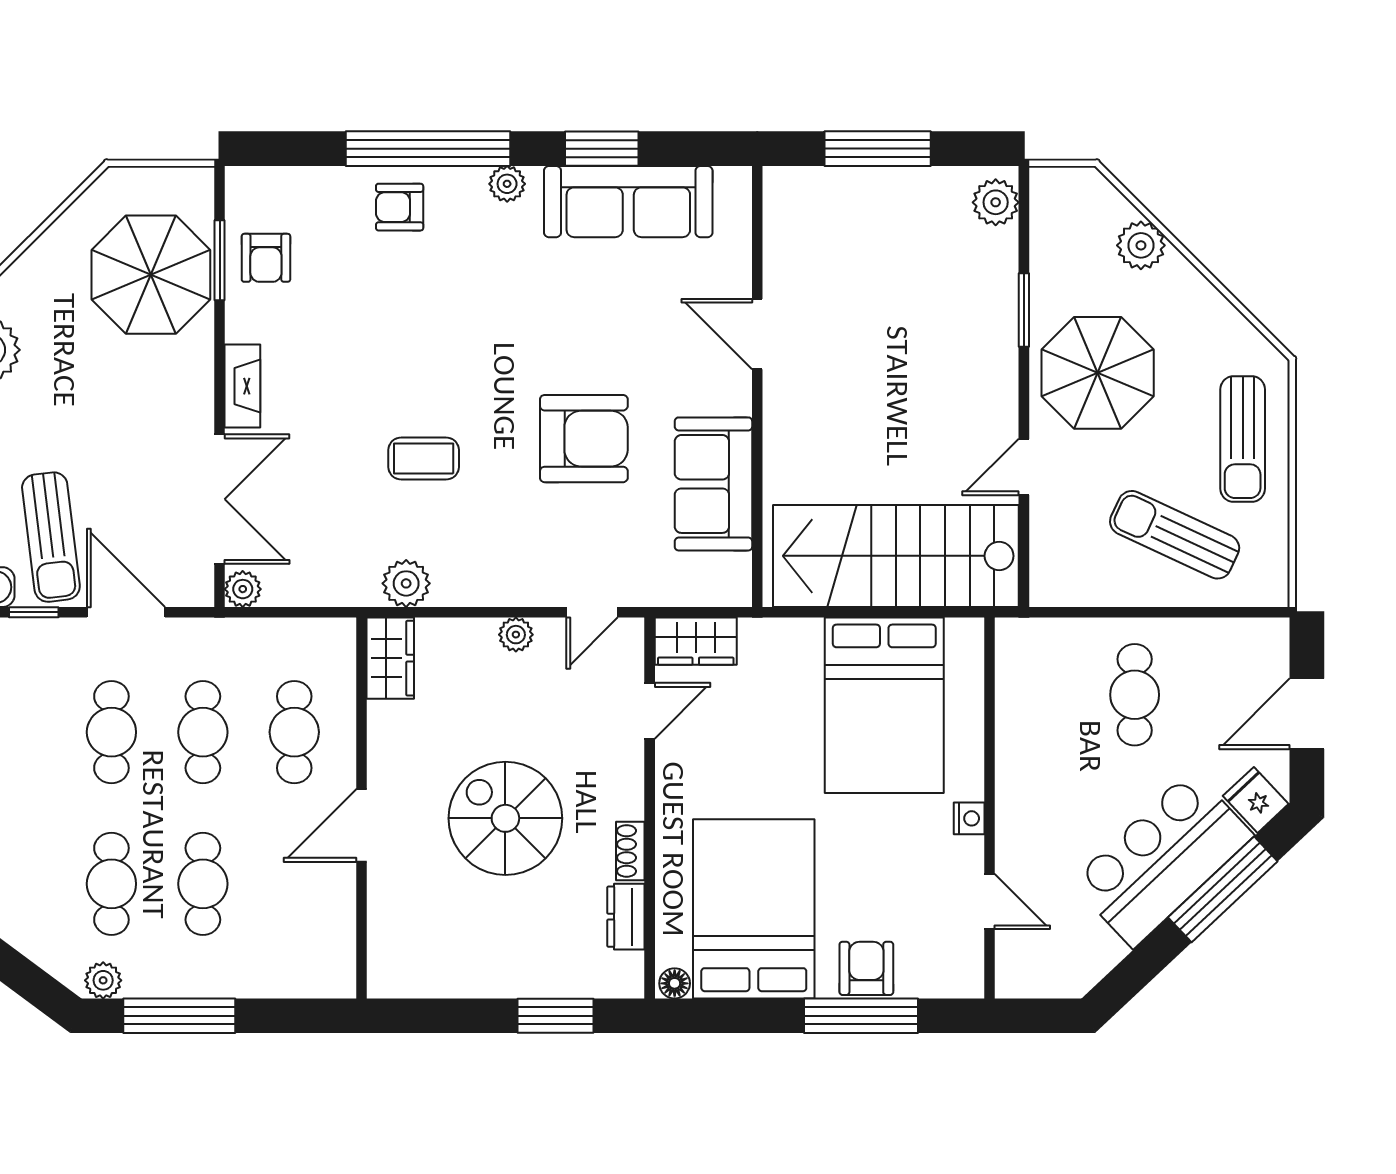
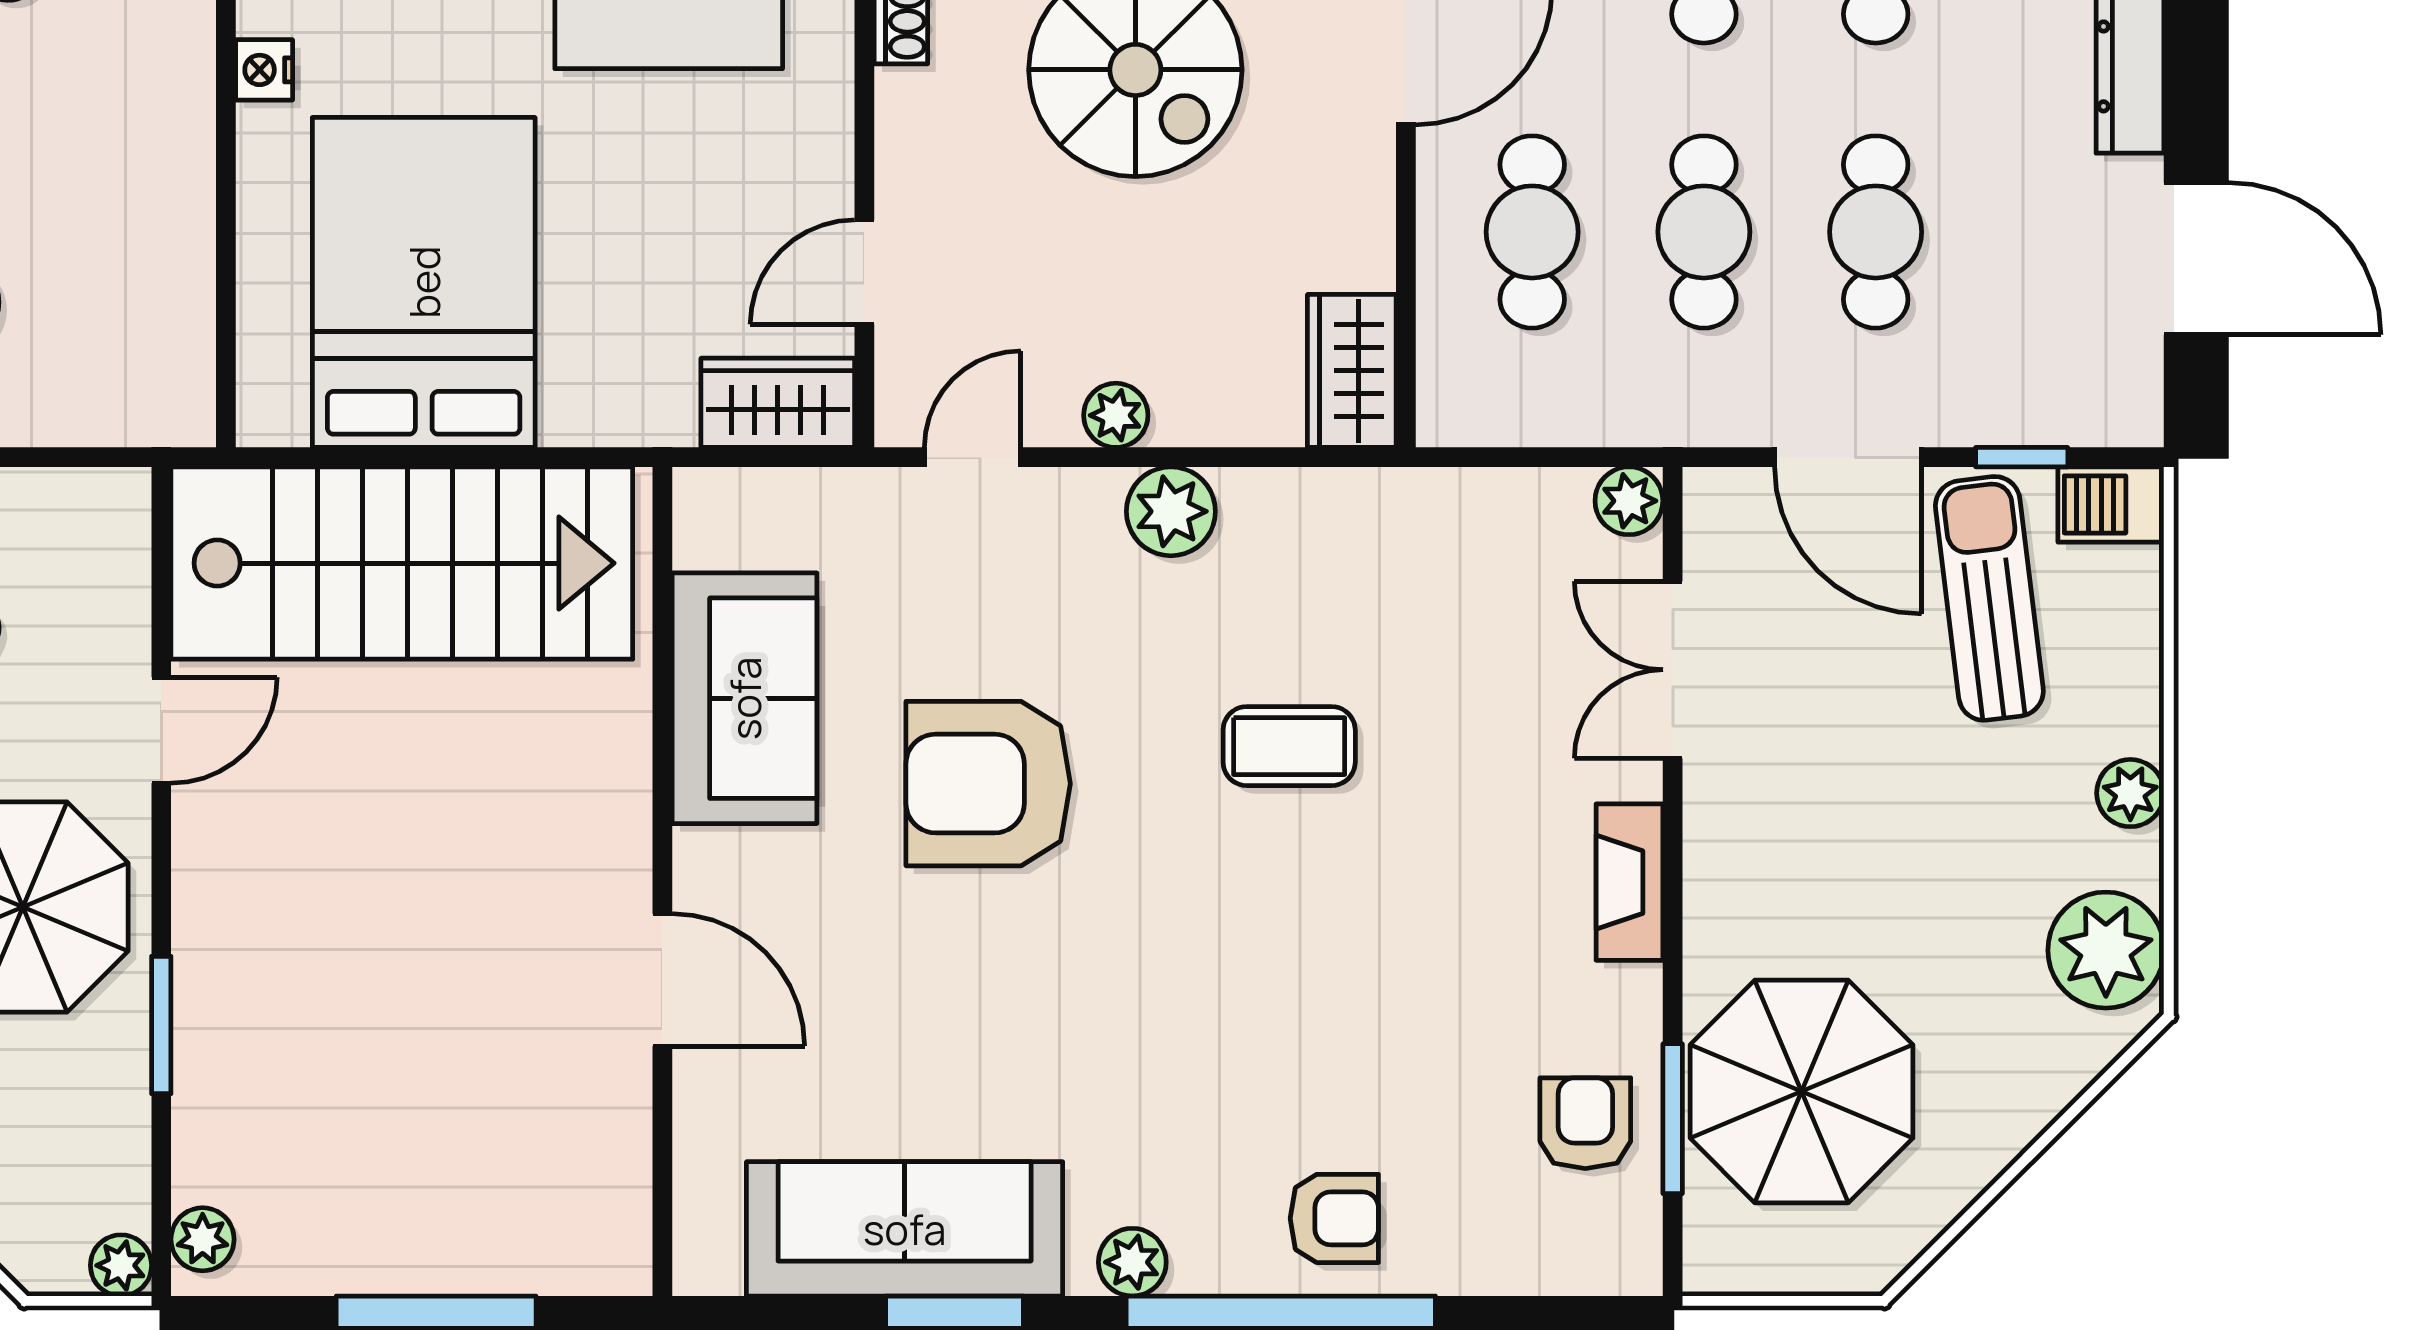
plant: (1045, 182) -> (121, 1265), added
plant: (996, 202) -> (203, 1239), width x0.73, depth x0.73
double door: (220, 499) -> (1673, 670), width x0.73
plant: (406, 583) -> (1171, 511), moved

